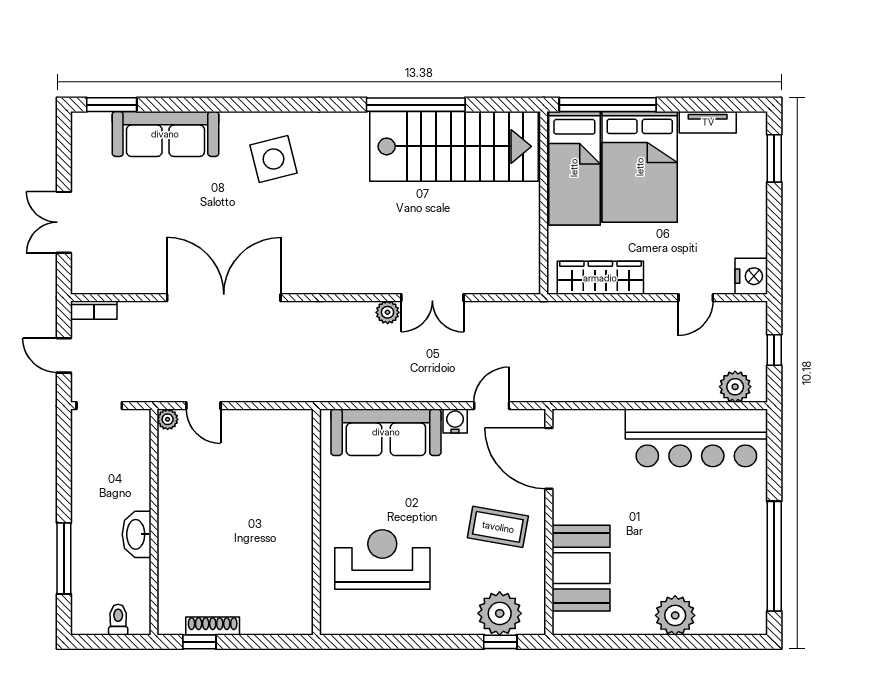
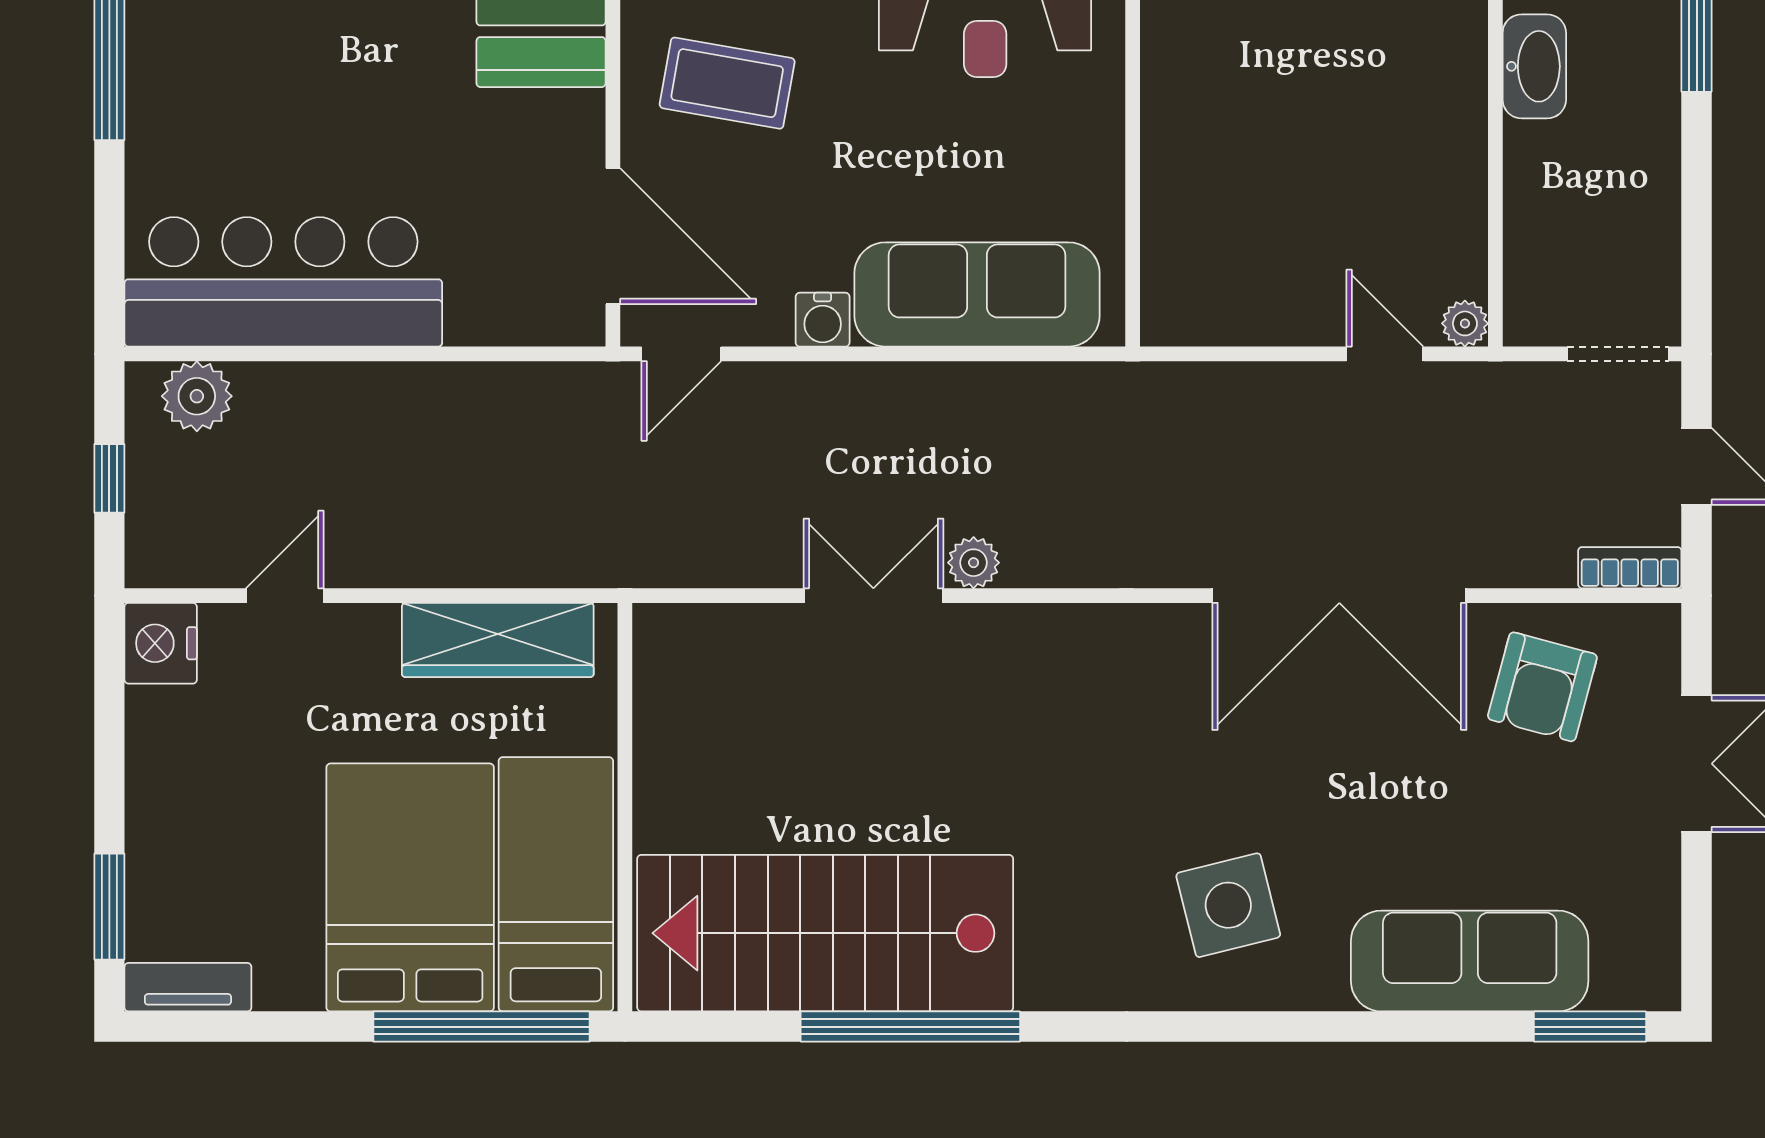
tv unit: (708, 122) -> (188, 987), moved
armchair: (133, 257) -> (1542, 687), added
door: (492, 406) -> (681, 354), moved

